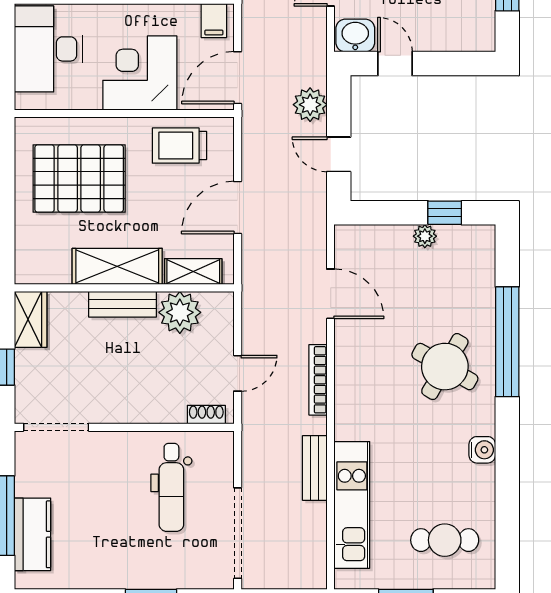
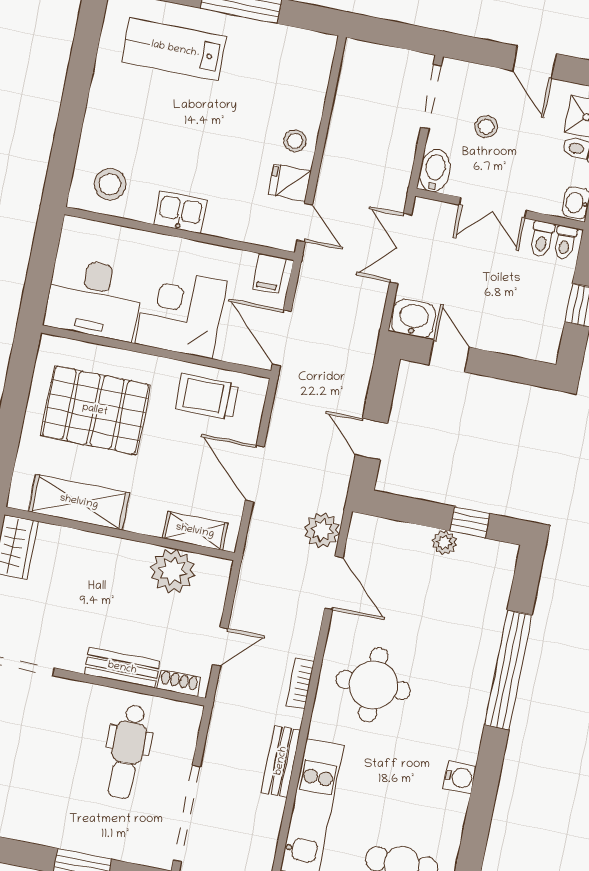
desk: (48, 49) -> (94, 299), moved, turned -90
door: (238, 78) -> (282, 338), hinge flipped
plant: (310, 105) -> (322, 530), moved
door: (238, 208) -> (255, 473), hinge flipped
shelving: (117, 266) -> (79, 502), moved
bench: (123, 304) -> (122, 668), moved
round table: (445, 367) -> (373, 685), moved, turned -30
bookcase: (318, 380) -> (300, 683), width x0.64

